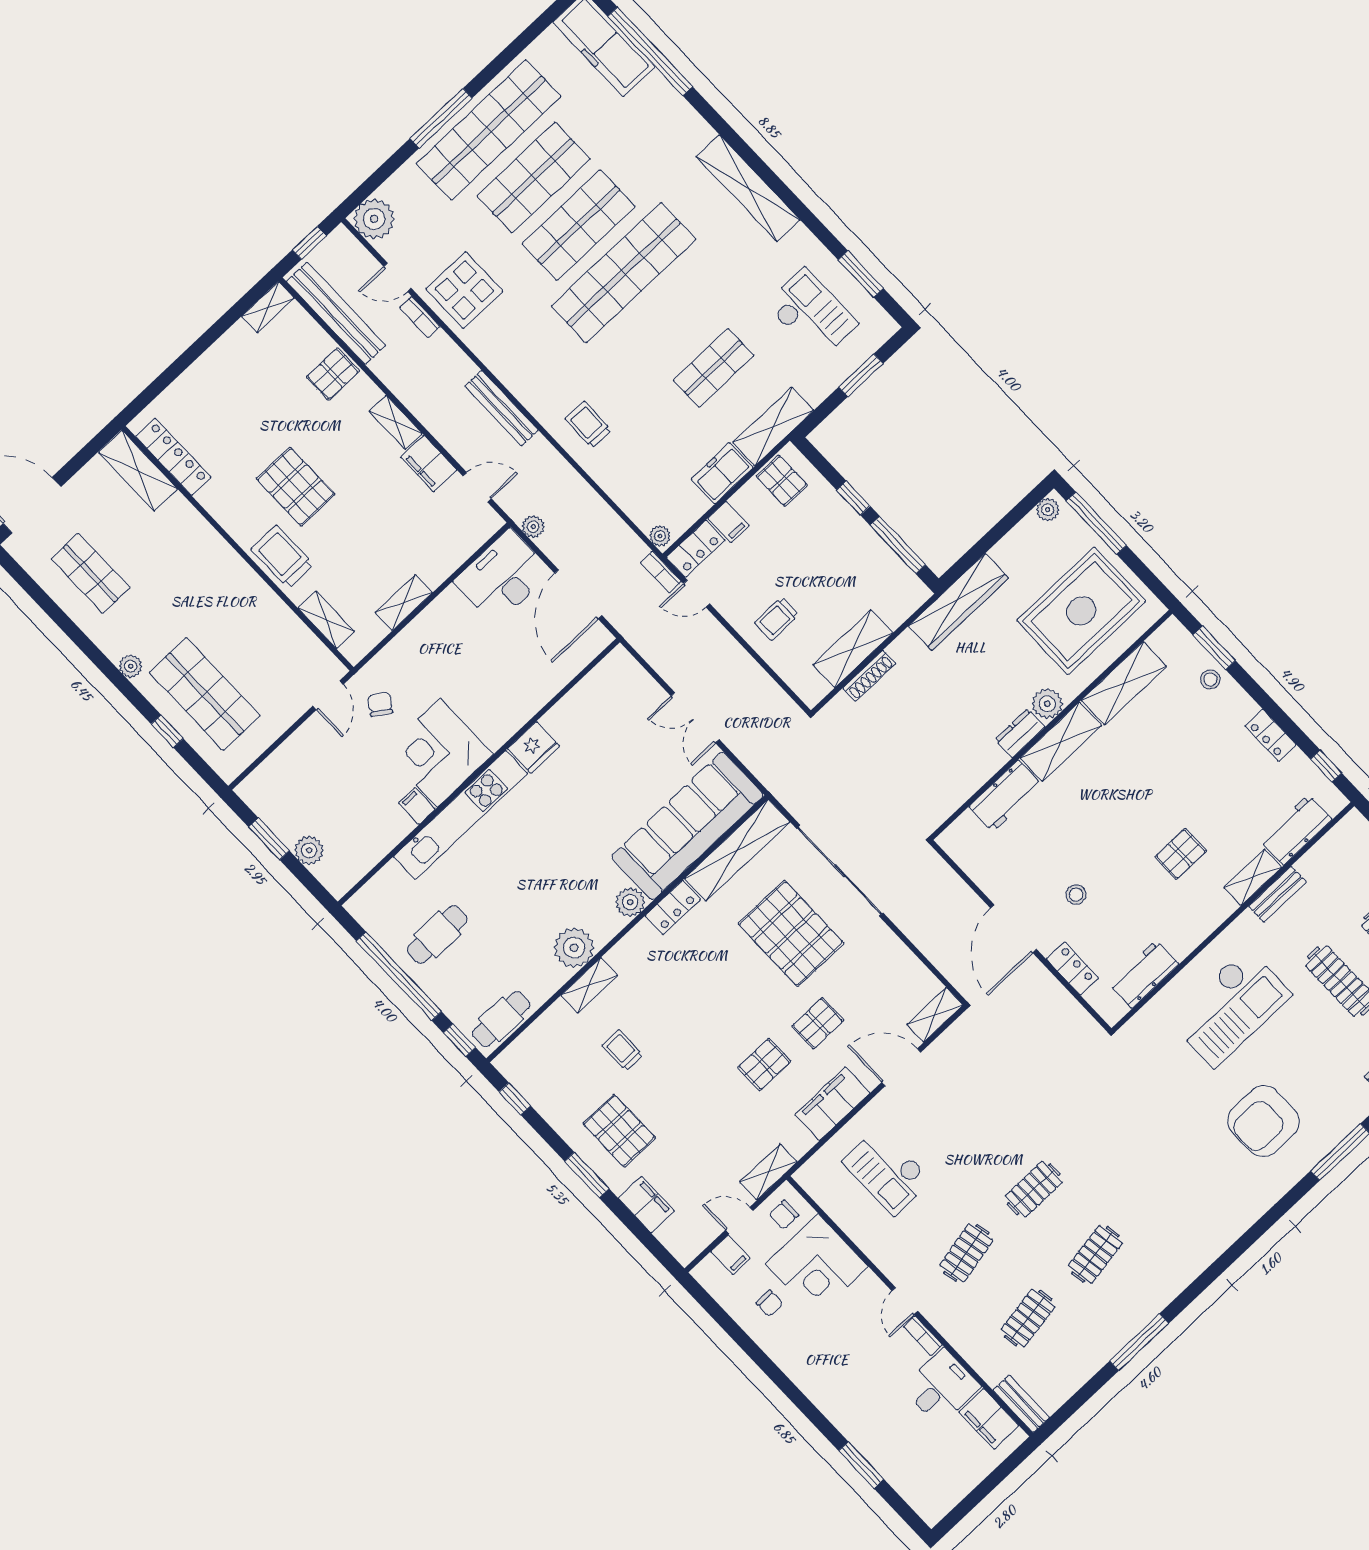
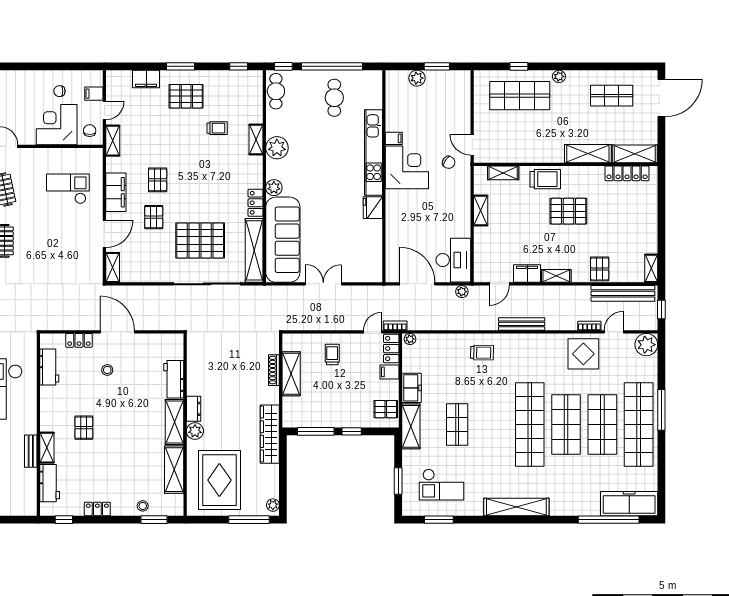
shelving: (196, 533) -> (588, 154), added

